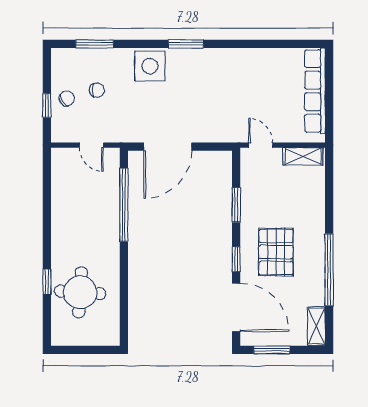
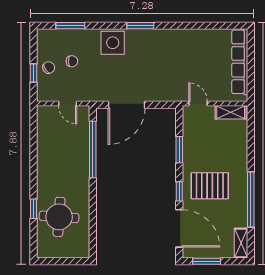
pallet: (276, 252) -> (210, 186), turned 90

